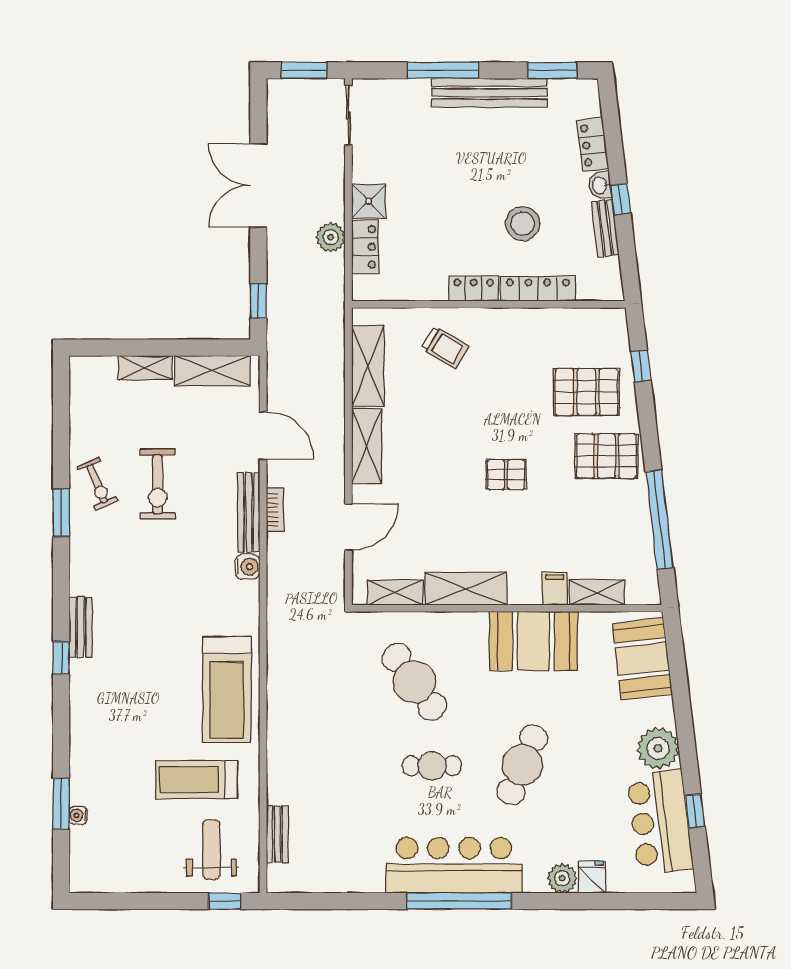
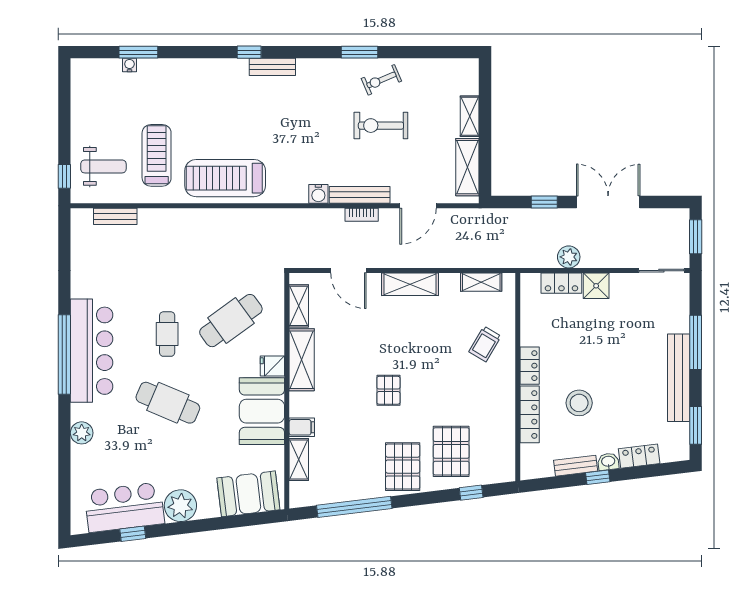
window: (258, 301) -> (544, 202), moved
shelving: (368, 366) -> (481, 282), width x0.67, depth x0.75
fridge: (592, 877) -> (272, 366), moved, turned 180

